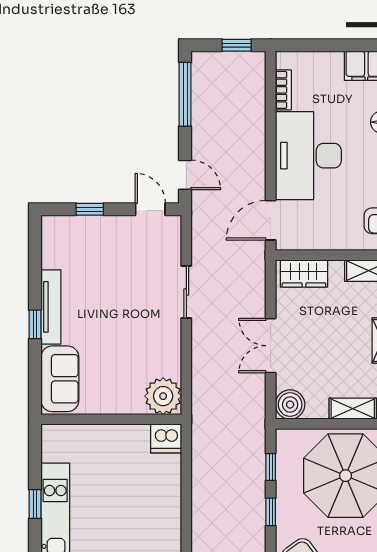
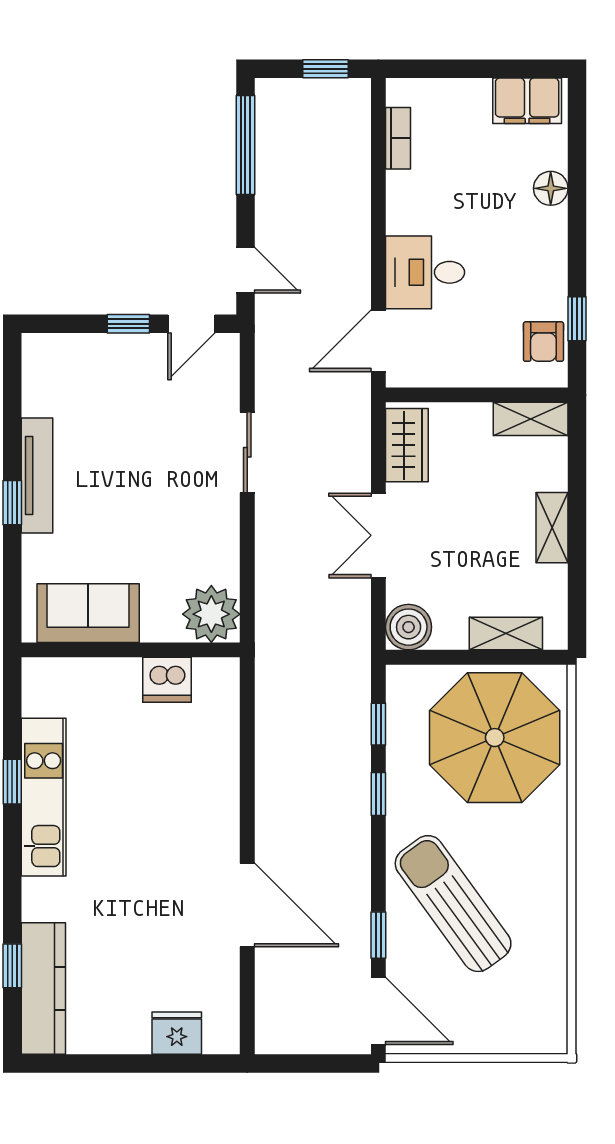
desk: (308, 156) -> (425, 272), width x0.53, depth x0.77
window: (90, 209) -> (128, 324), moved
door: (150, 209) -> (191, 324), swing flipped
wardrobe: (304, 273) -> (407, 445), moved, turned -90
sofa: (60, 379) -> (88, 613), moved, turned -90
dishwasher: (166, 438) -> (167, 680), moved

